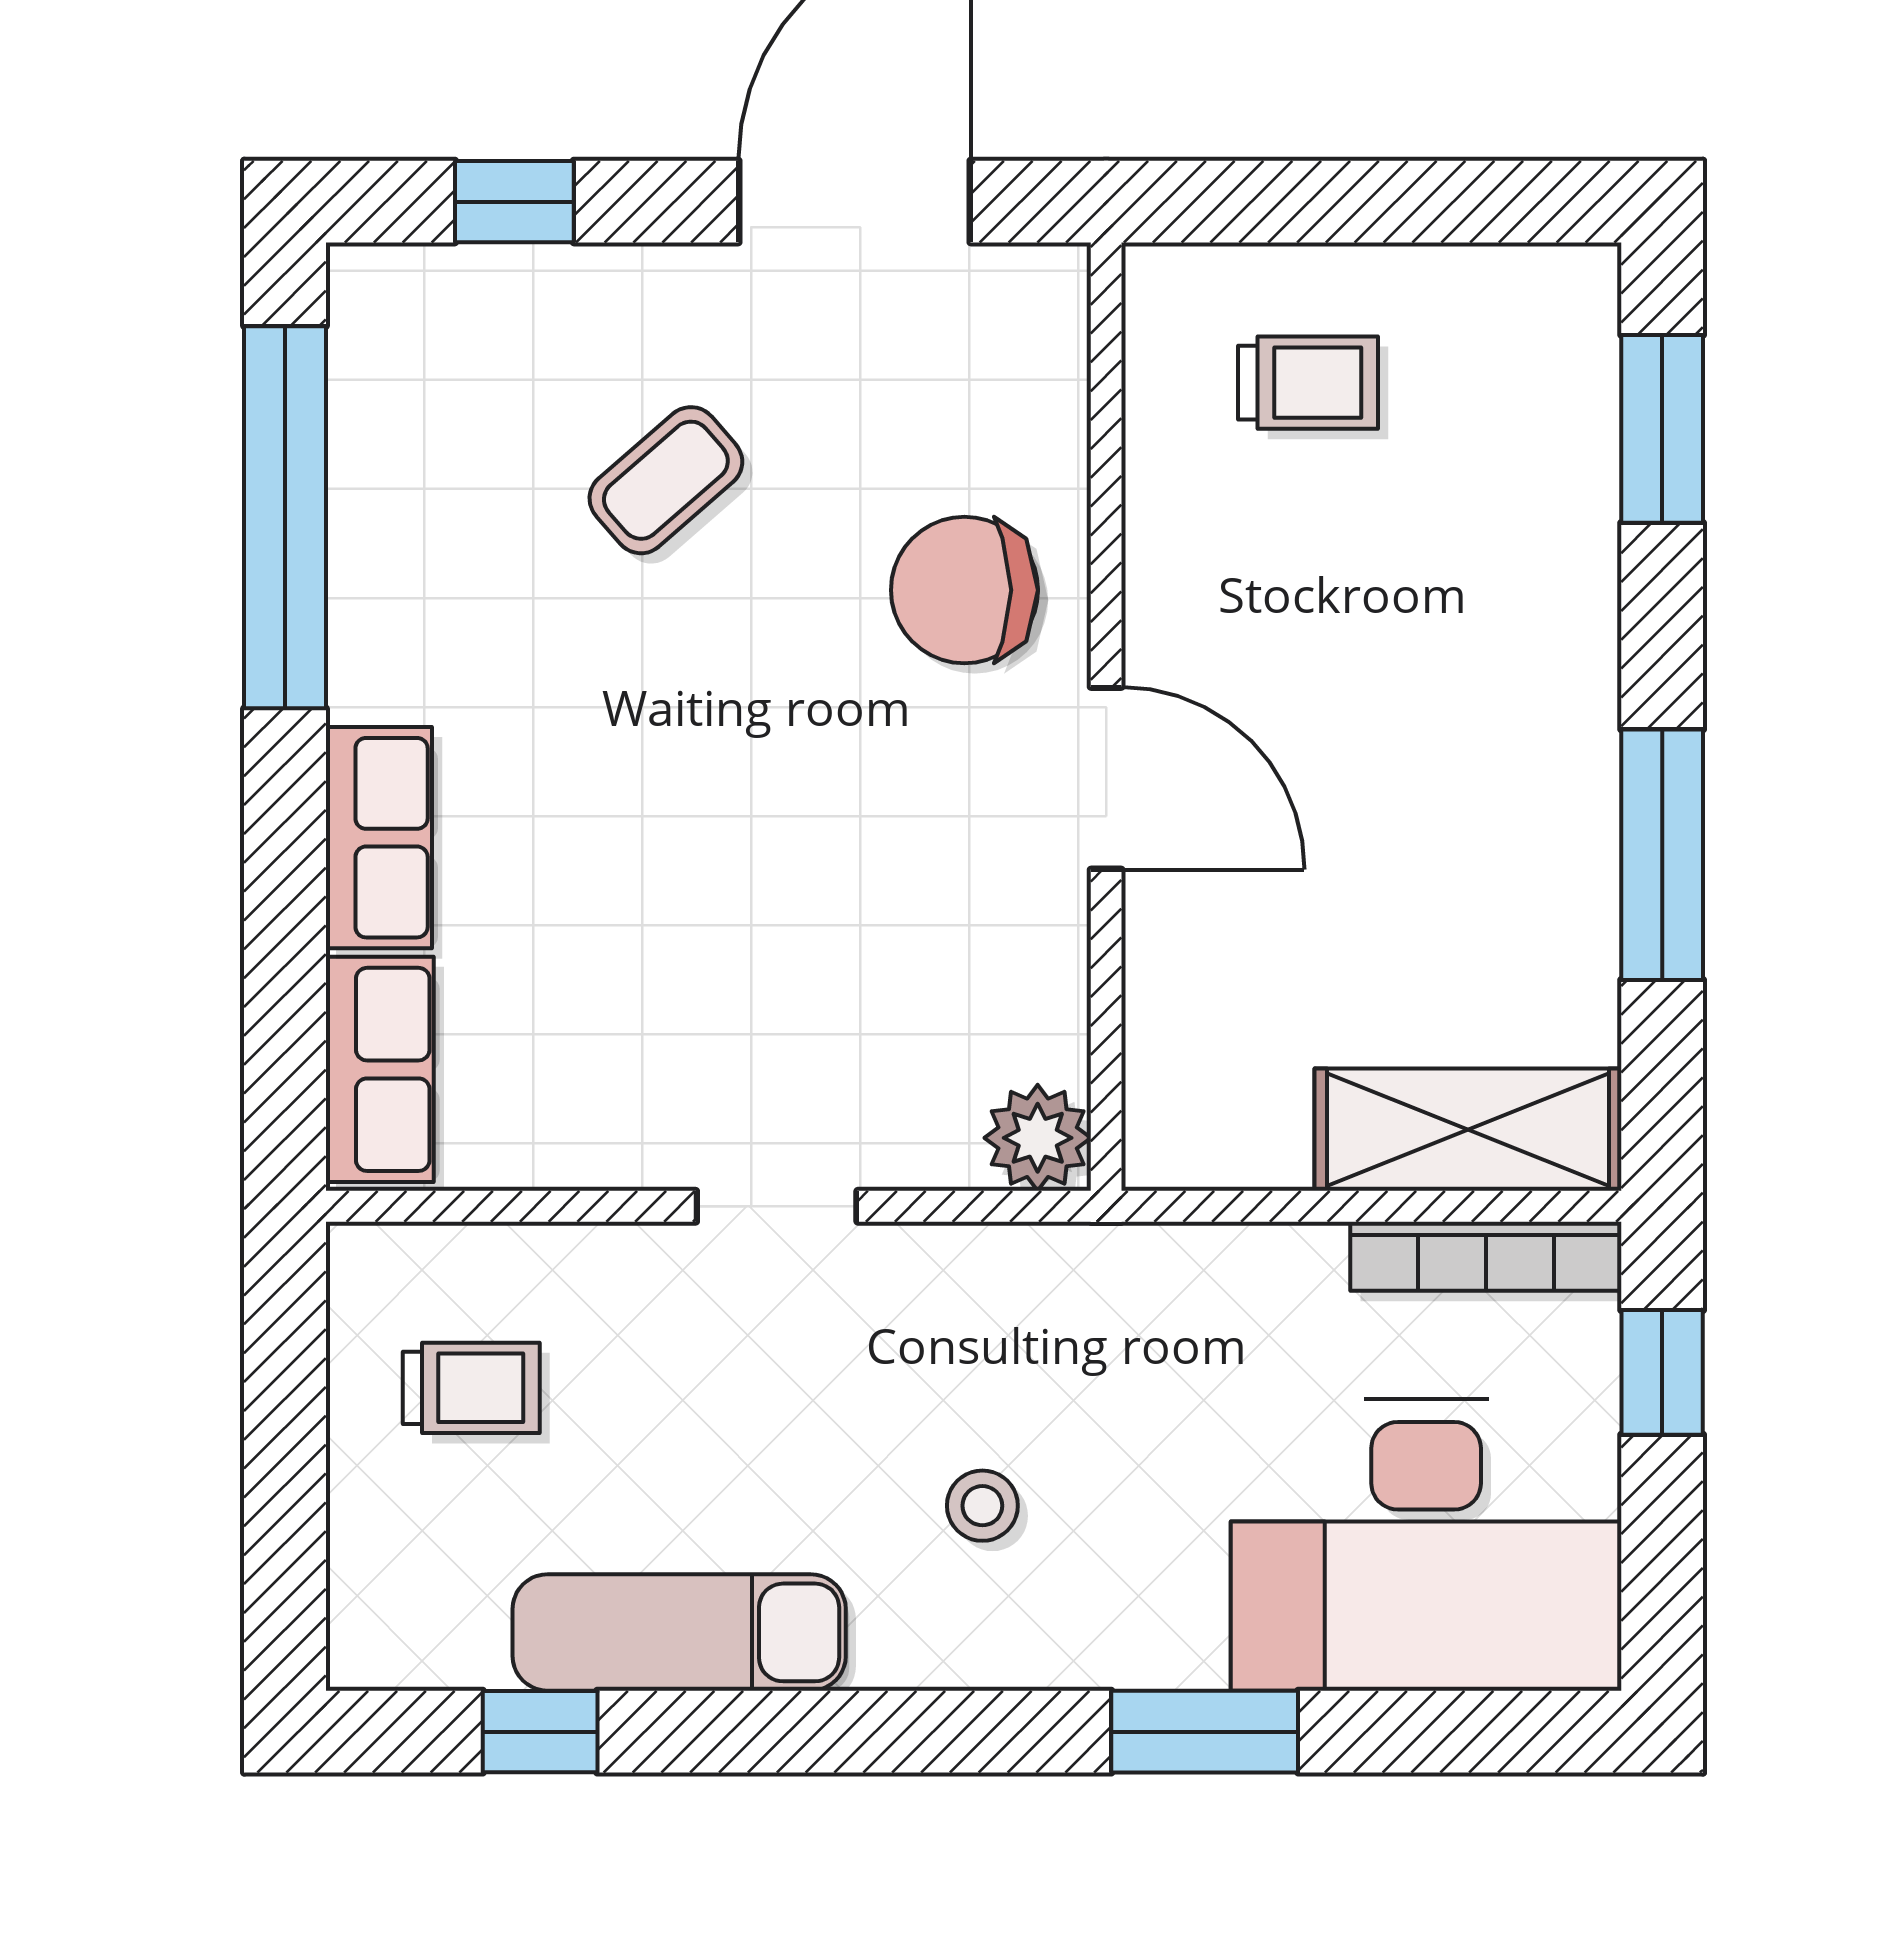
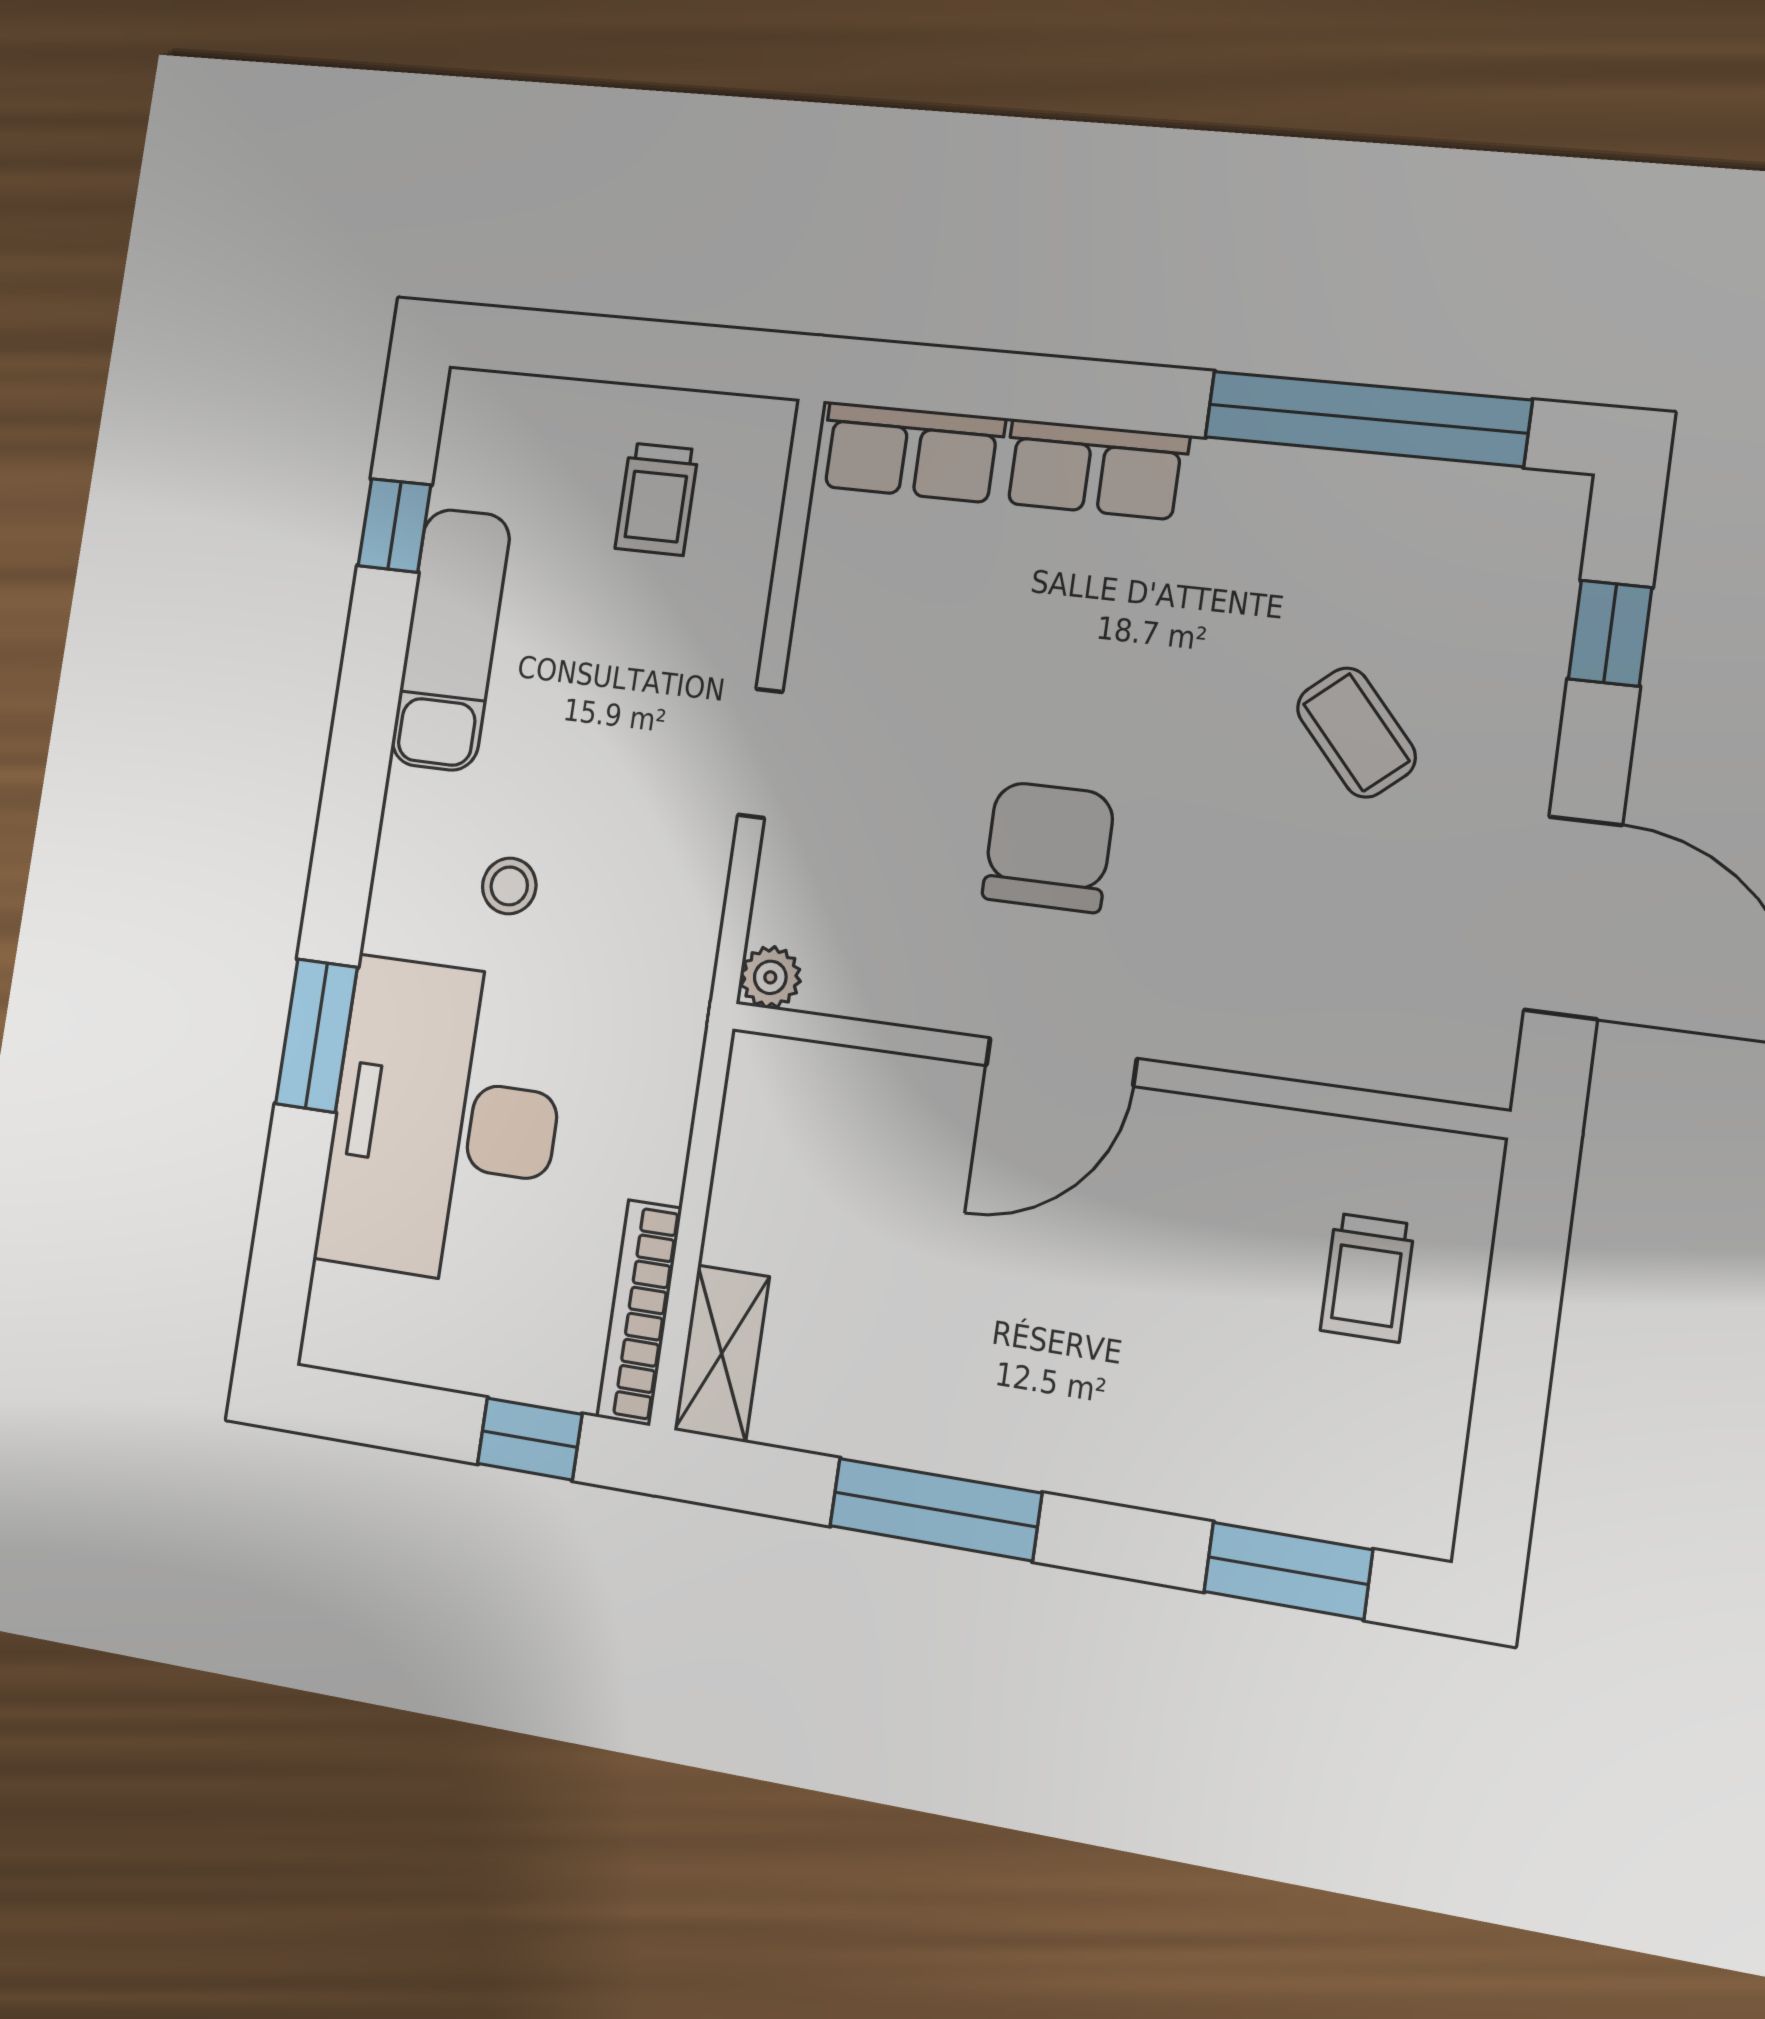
chair: (964, 590) -> (1049, 847), moved
shelving: (1468, 1130) -> (722, 1353), width x0.67, depth x0.75
plant: (1038, 1138) -> (770, 977), width x0.73, depth x0.73
desk: (1426, 1545) -> (444, 1122), moved

